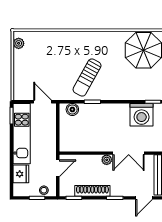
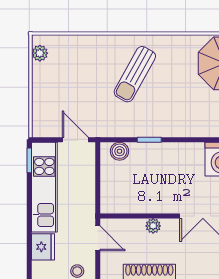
sun lounger: (87, 78) -> (135, 74), moved
plant: (107, 160) -> (153, 226), moved
door: (58, 168) -> (98, 238), hinge flipped

